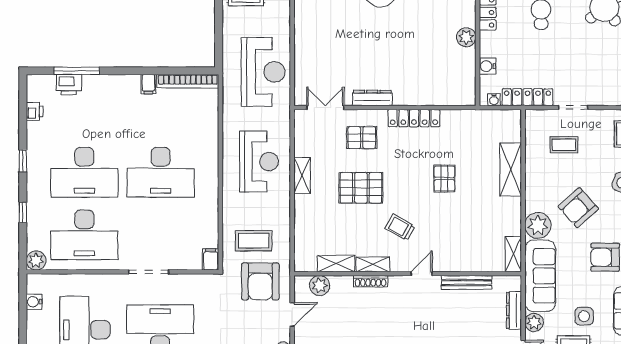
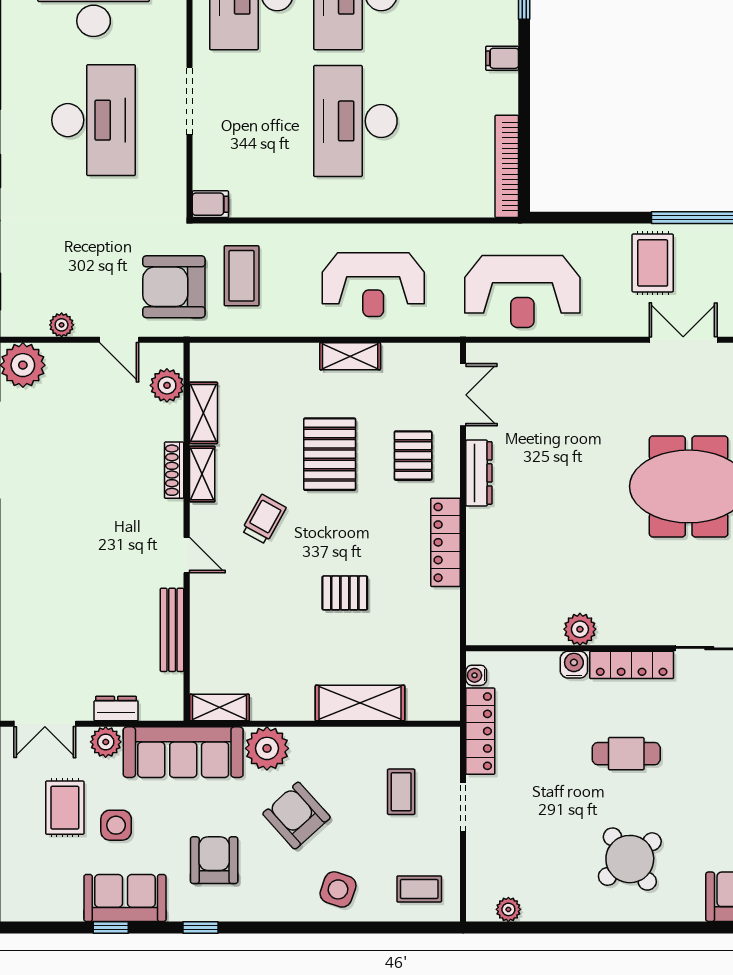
water cooler: (488, 66) -> (574, 665), moved
filing cabinet: (148, 84) -> (502, 58), moved
dresser: (514, 310) -> (116, 709), width x0.70

